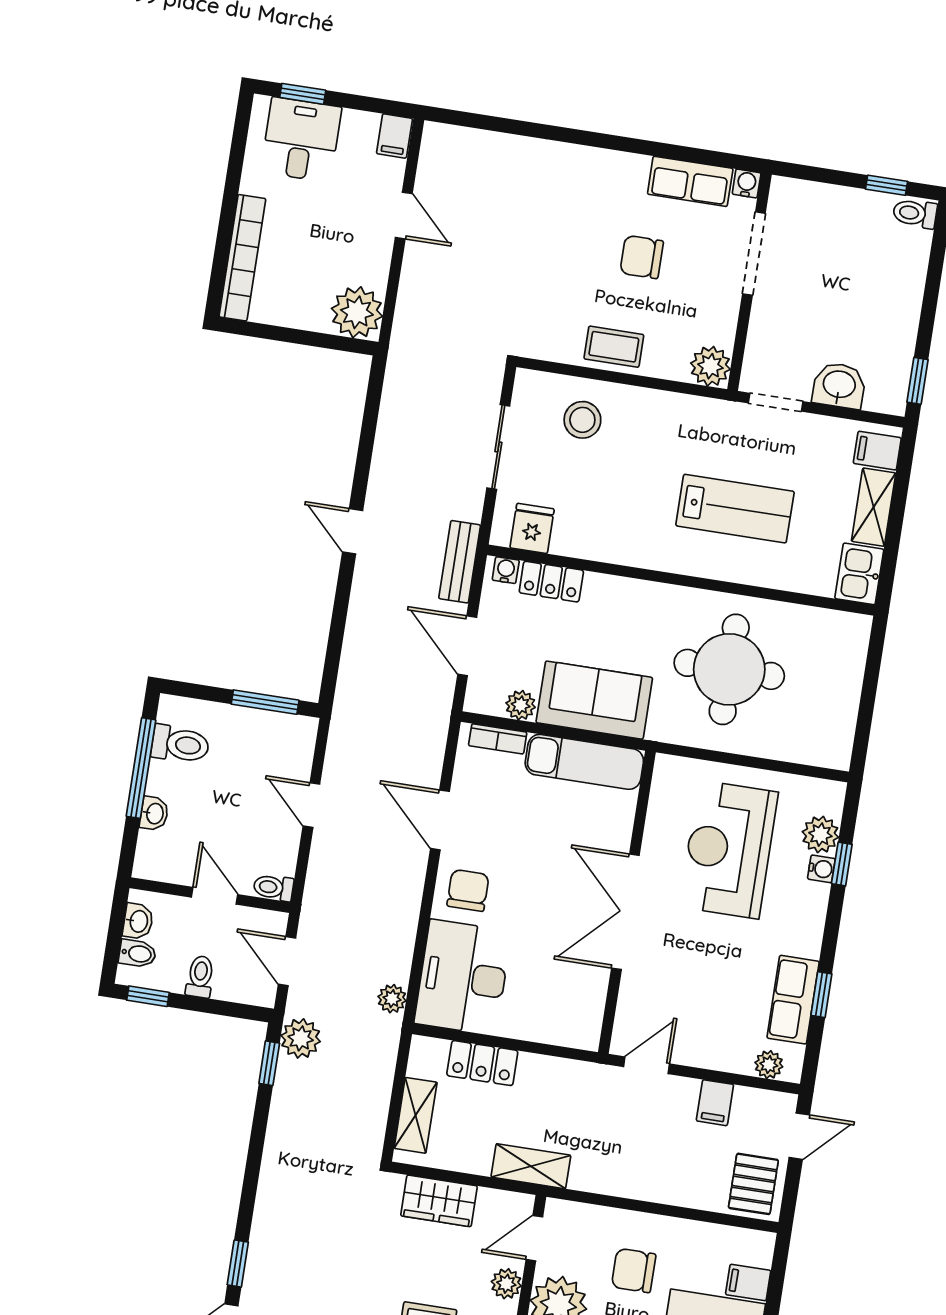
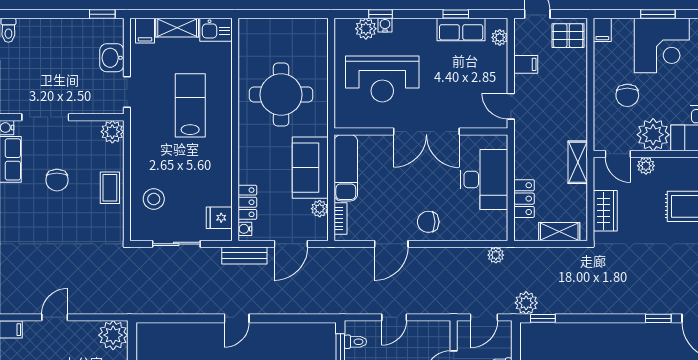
toilet: (273, 888) -> (355, 342), moved, turned -90
desk: (463, 977) -> (484, 179), moved, turned -90
filing cabinet: (748, 1283) -> (602, 30), moved

